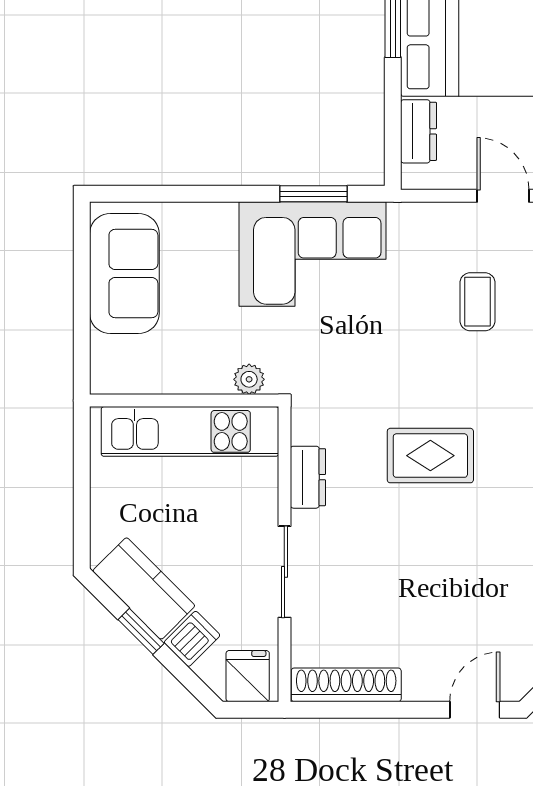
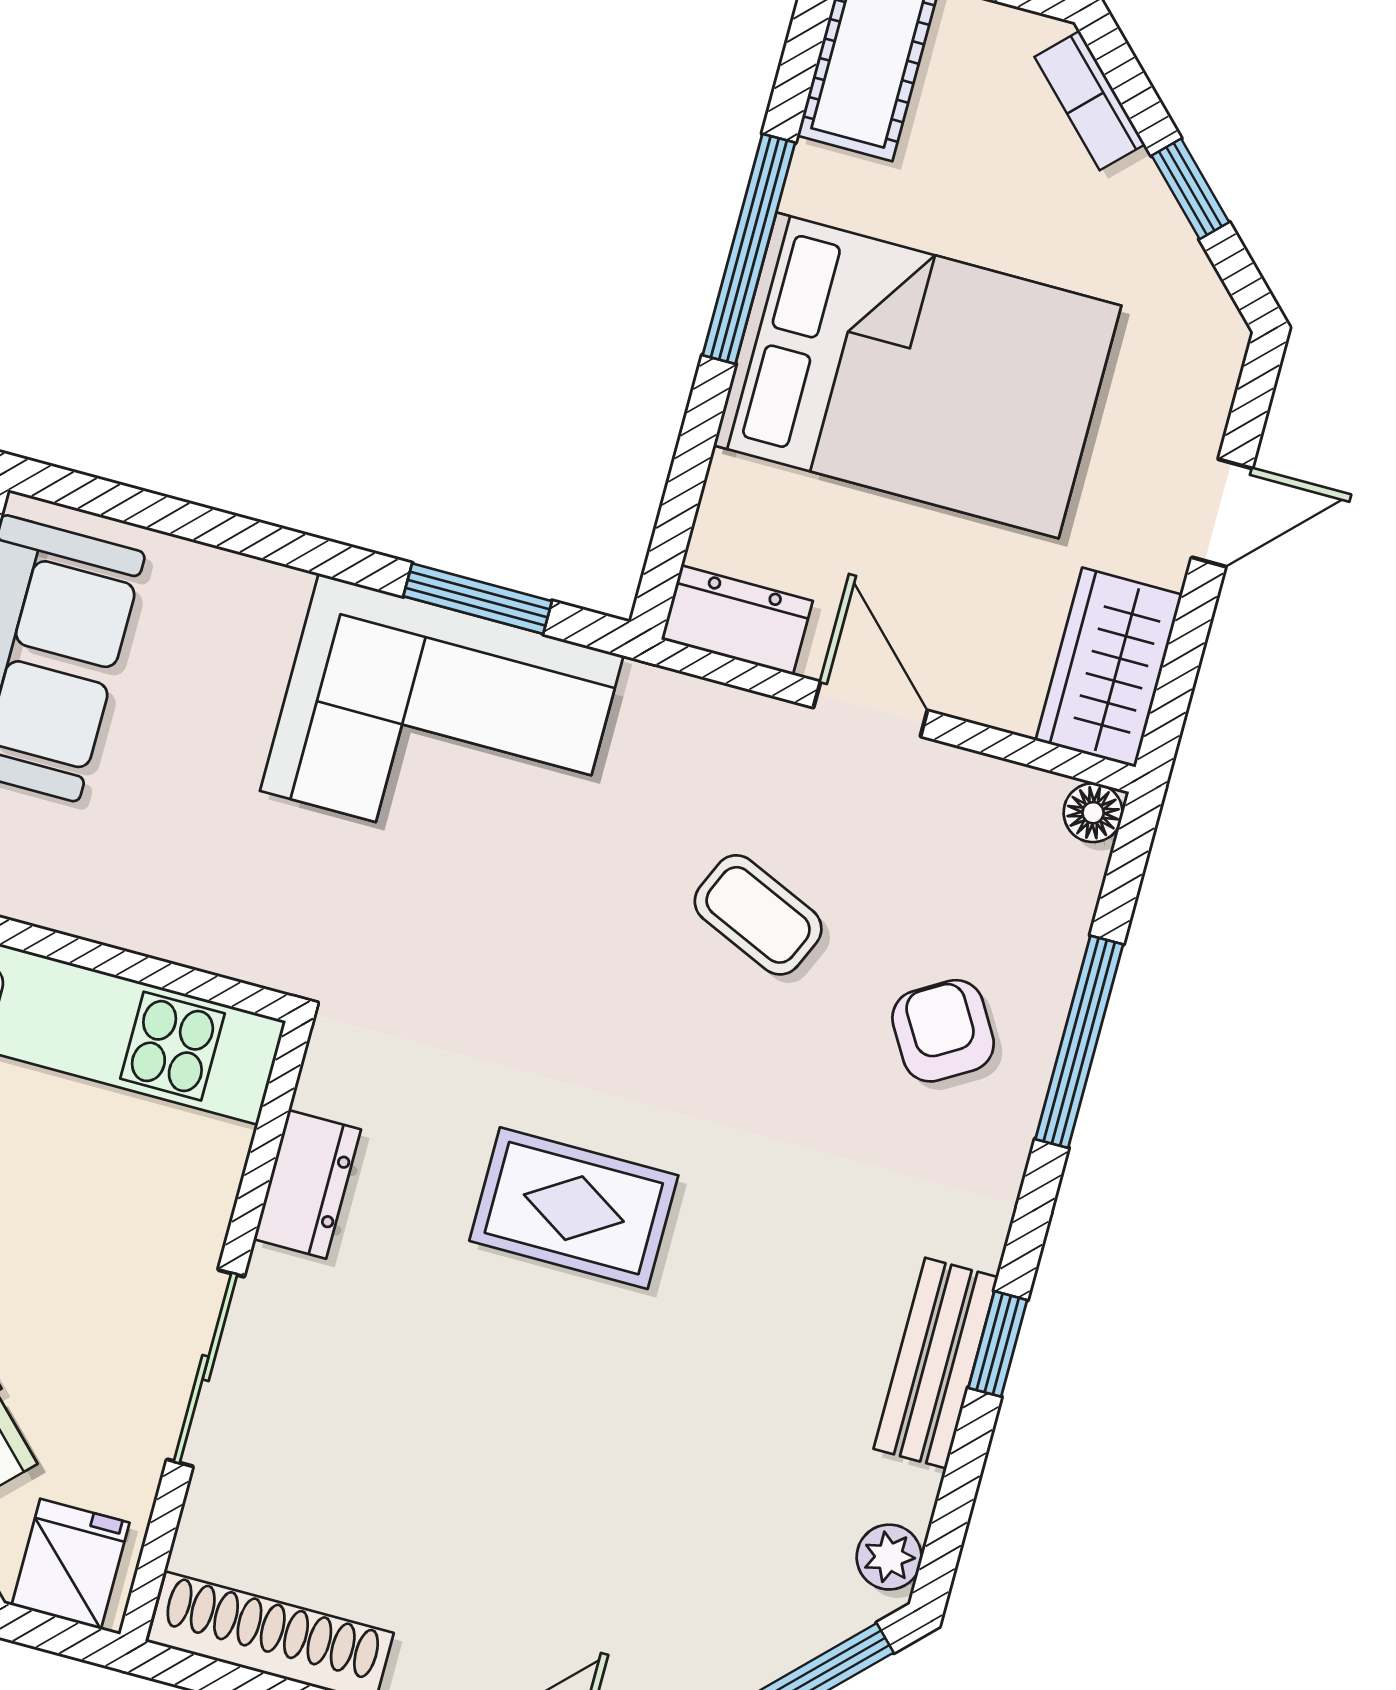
dresser: (419, 131) -> (737, 620), moved, turned -90
coffee table: (478, 302) -> (758, 915), turned -66
plant: (249, 379) -> (240, 948), removed

